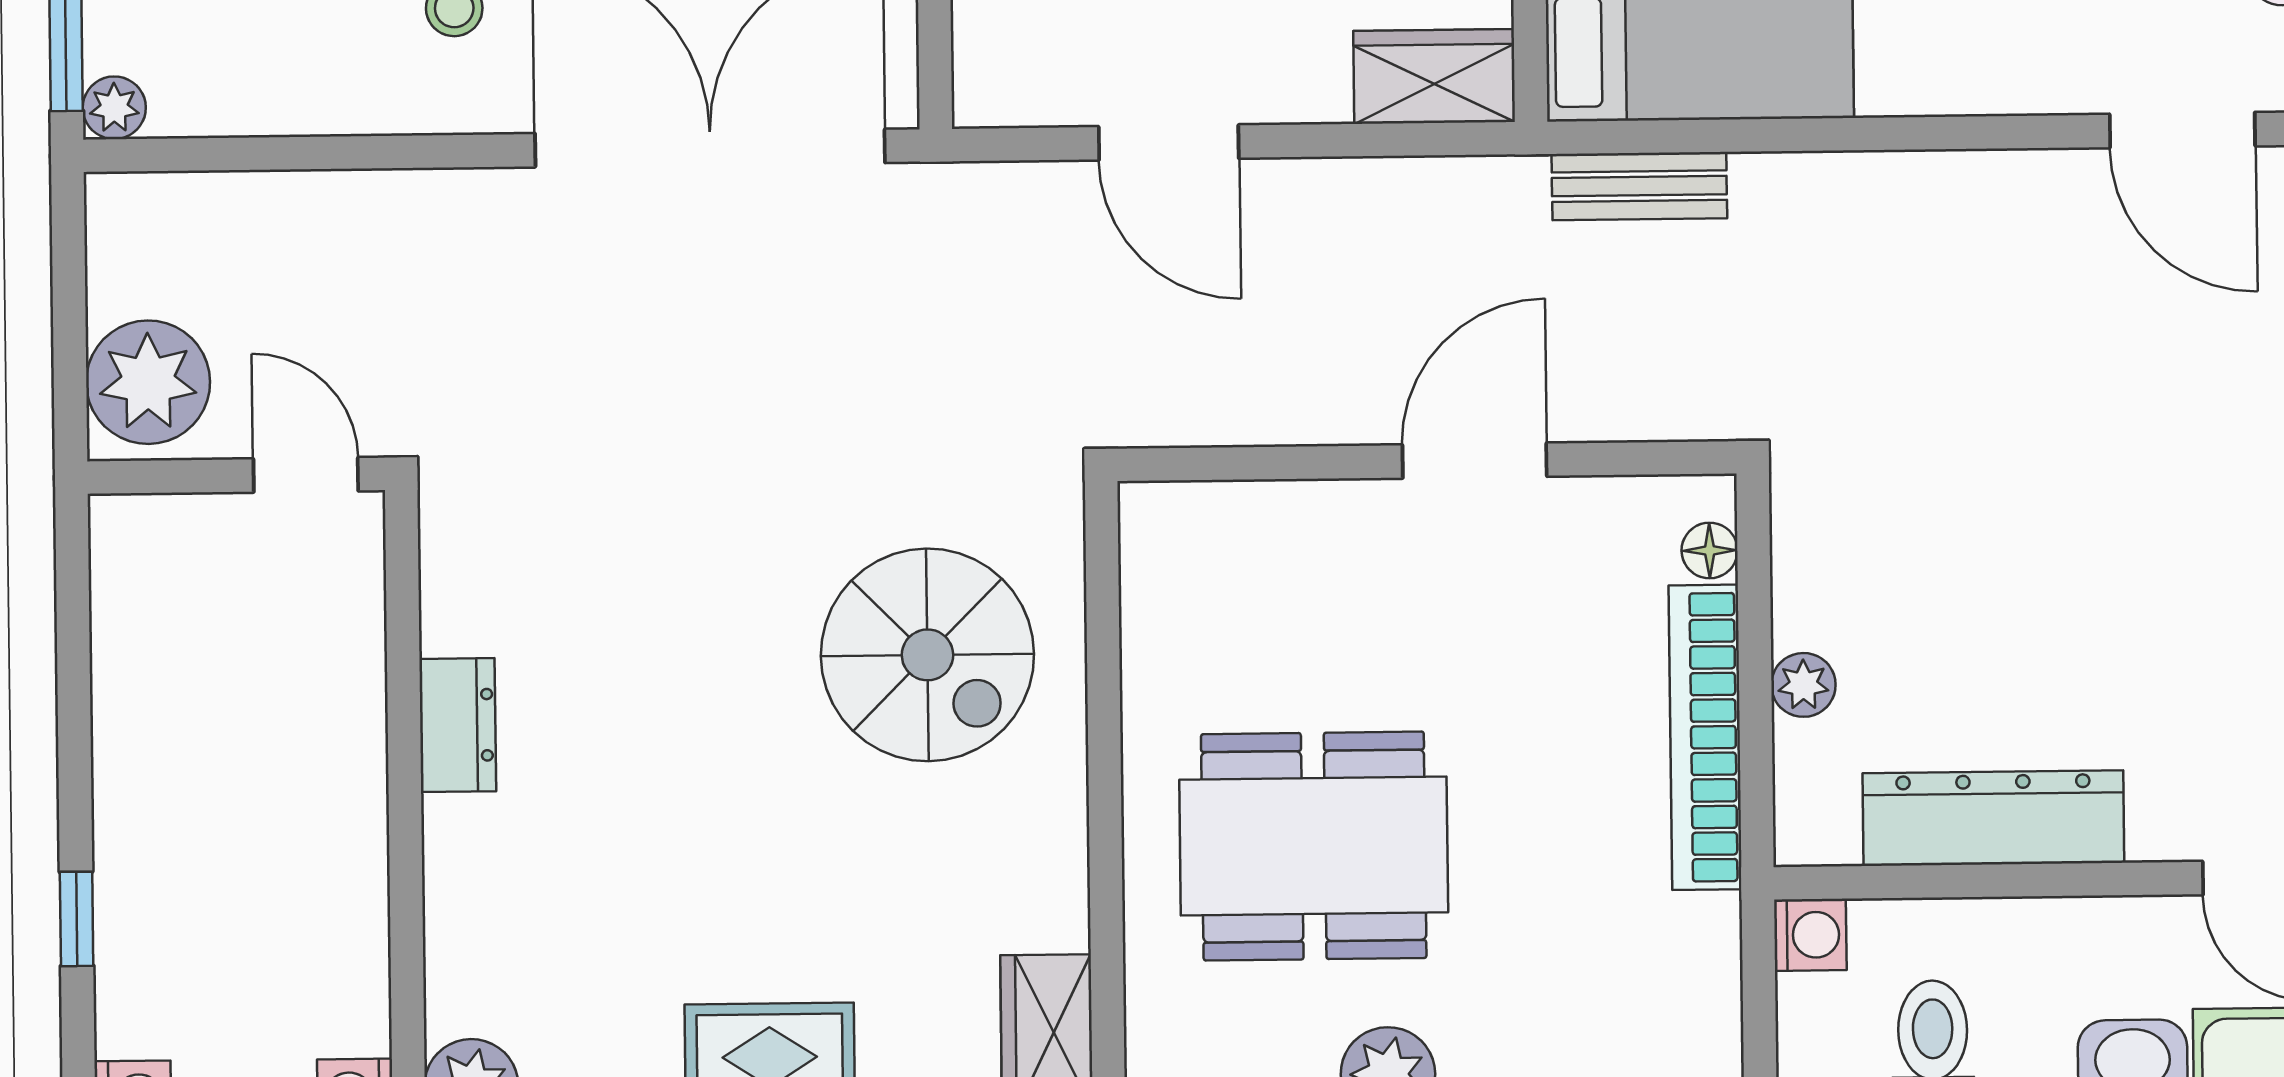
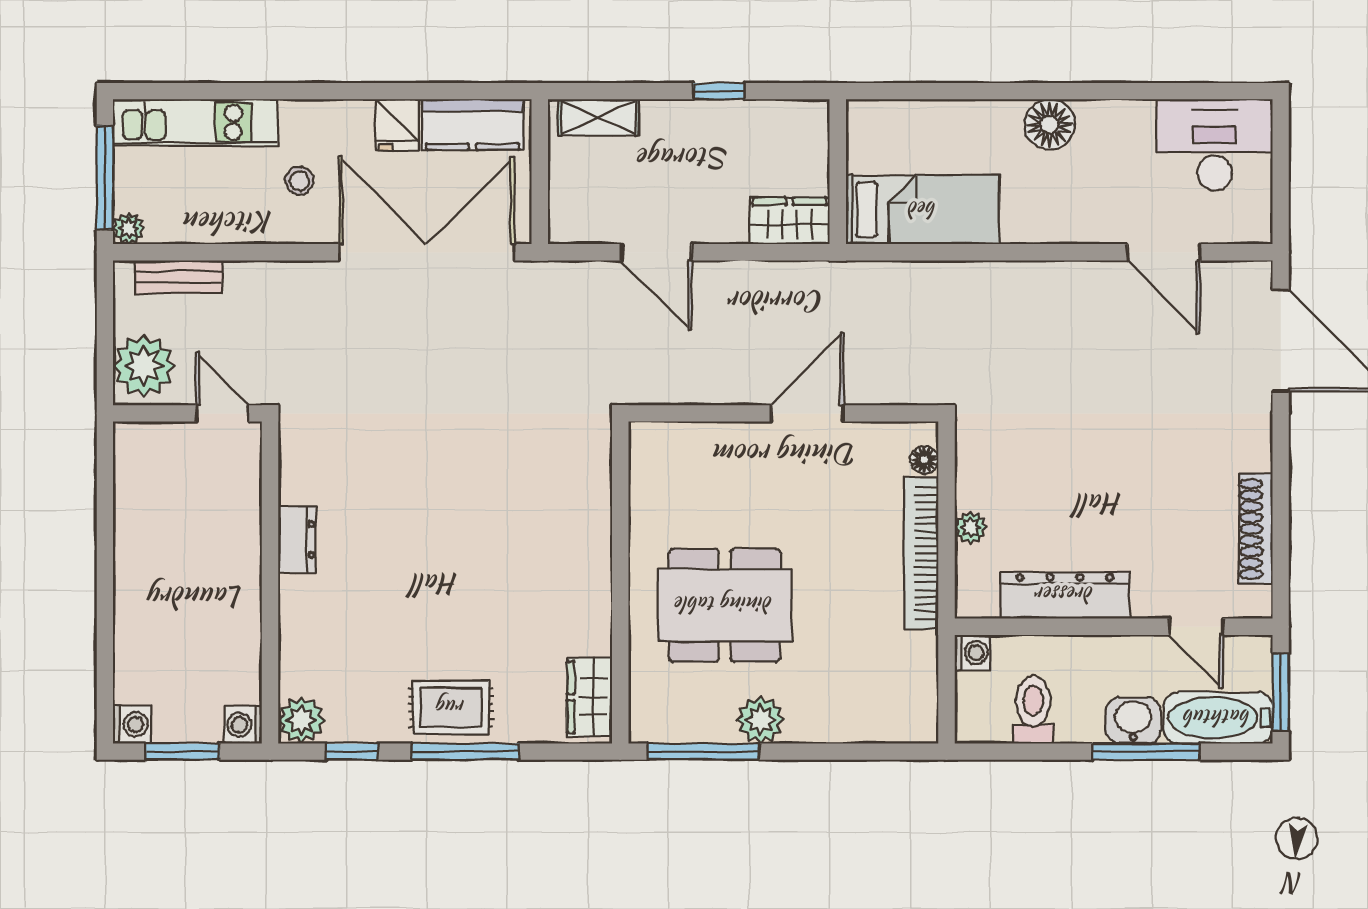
bench: (1639, 186) -> (179, 277), moved
spiral stairs: (927, 655) -> (532, 507), removed
window: (77, 919) -> (105, 634), removed

